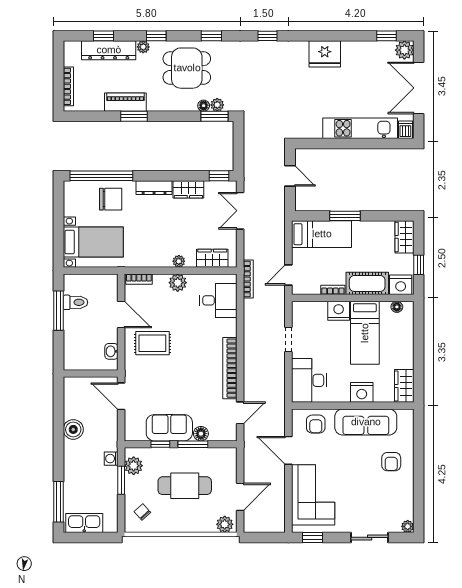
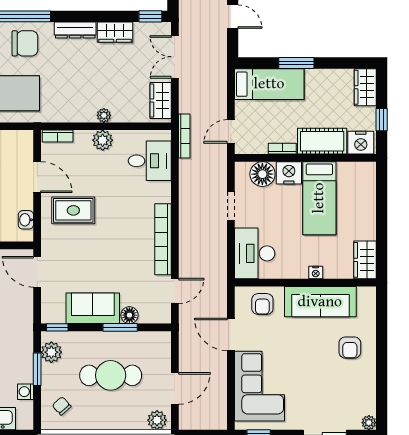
wardrobe: (212, 258) -> (161, 101), moved, turned -90
floor lamp: (397, 307) -> (262, 174), moved, width x1.89, depth x1.89
nightstand: (362, 392) -> (316, 273), width x0.53, depth x0.56
window: (160, 444) -> (57, 327), moved
washing machine: (111, 459) -> (26, 392), moved

